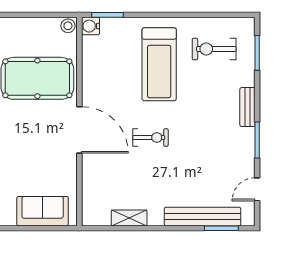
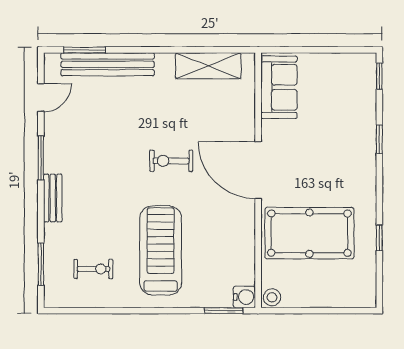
exercise bike: (214, 49) -> (93, 269), width x0.73, depth x0.72
sofa: (43, 211) -> (279, 87), moved, turned -90
shelving: (129, 218) -> (208, 66), width x1.50, depth x1.33

